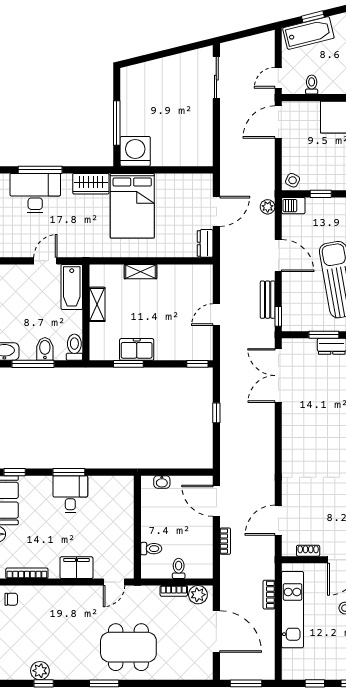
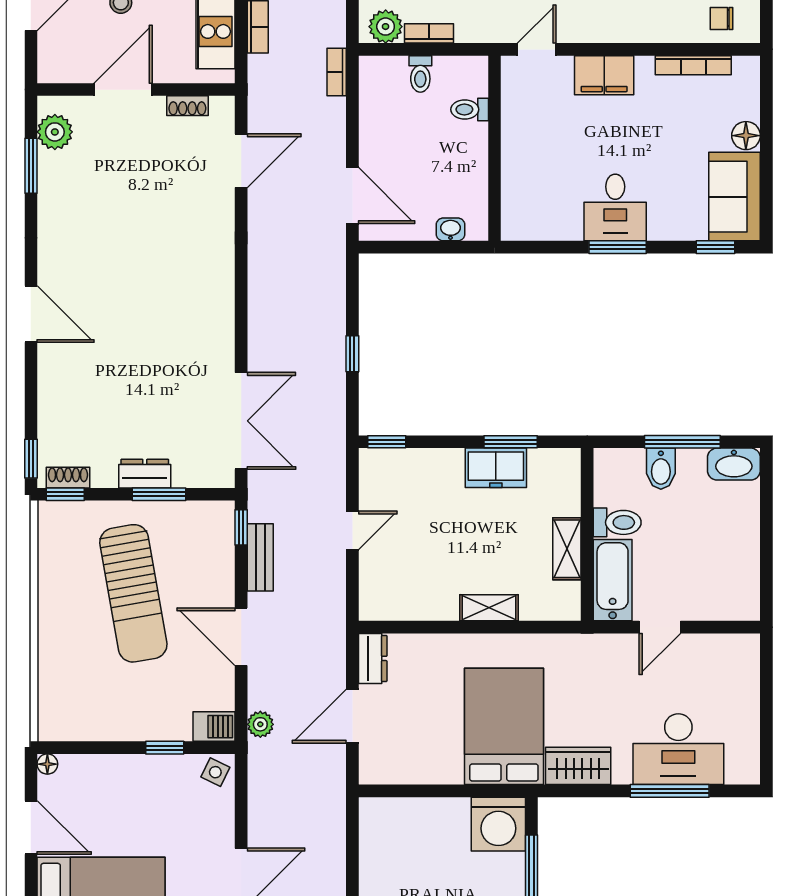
toilet: (74, 347) -> (617, 522), moved, turned -90
bookcase: (225, 541) -> (337, 72), moved

